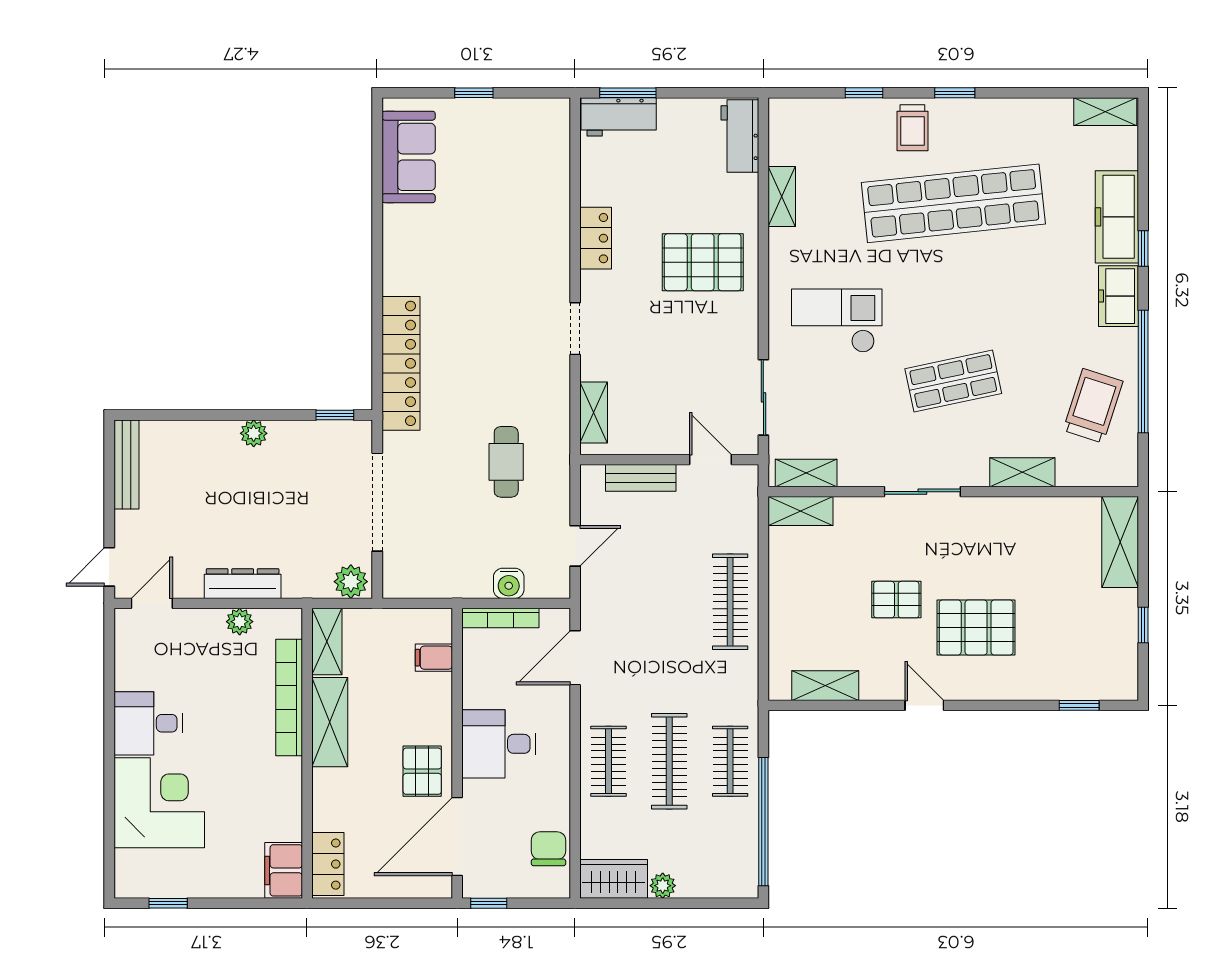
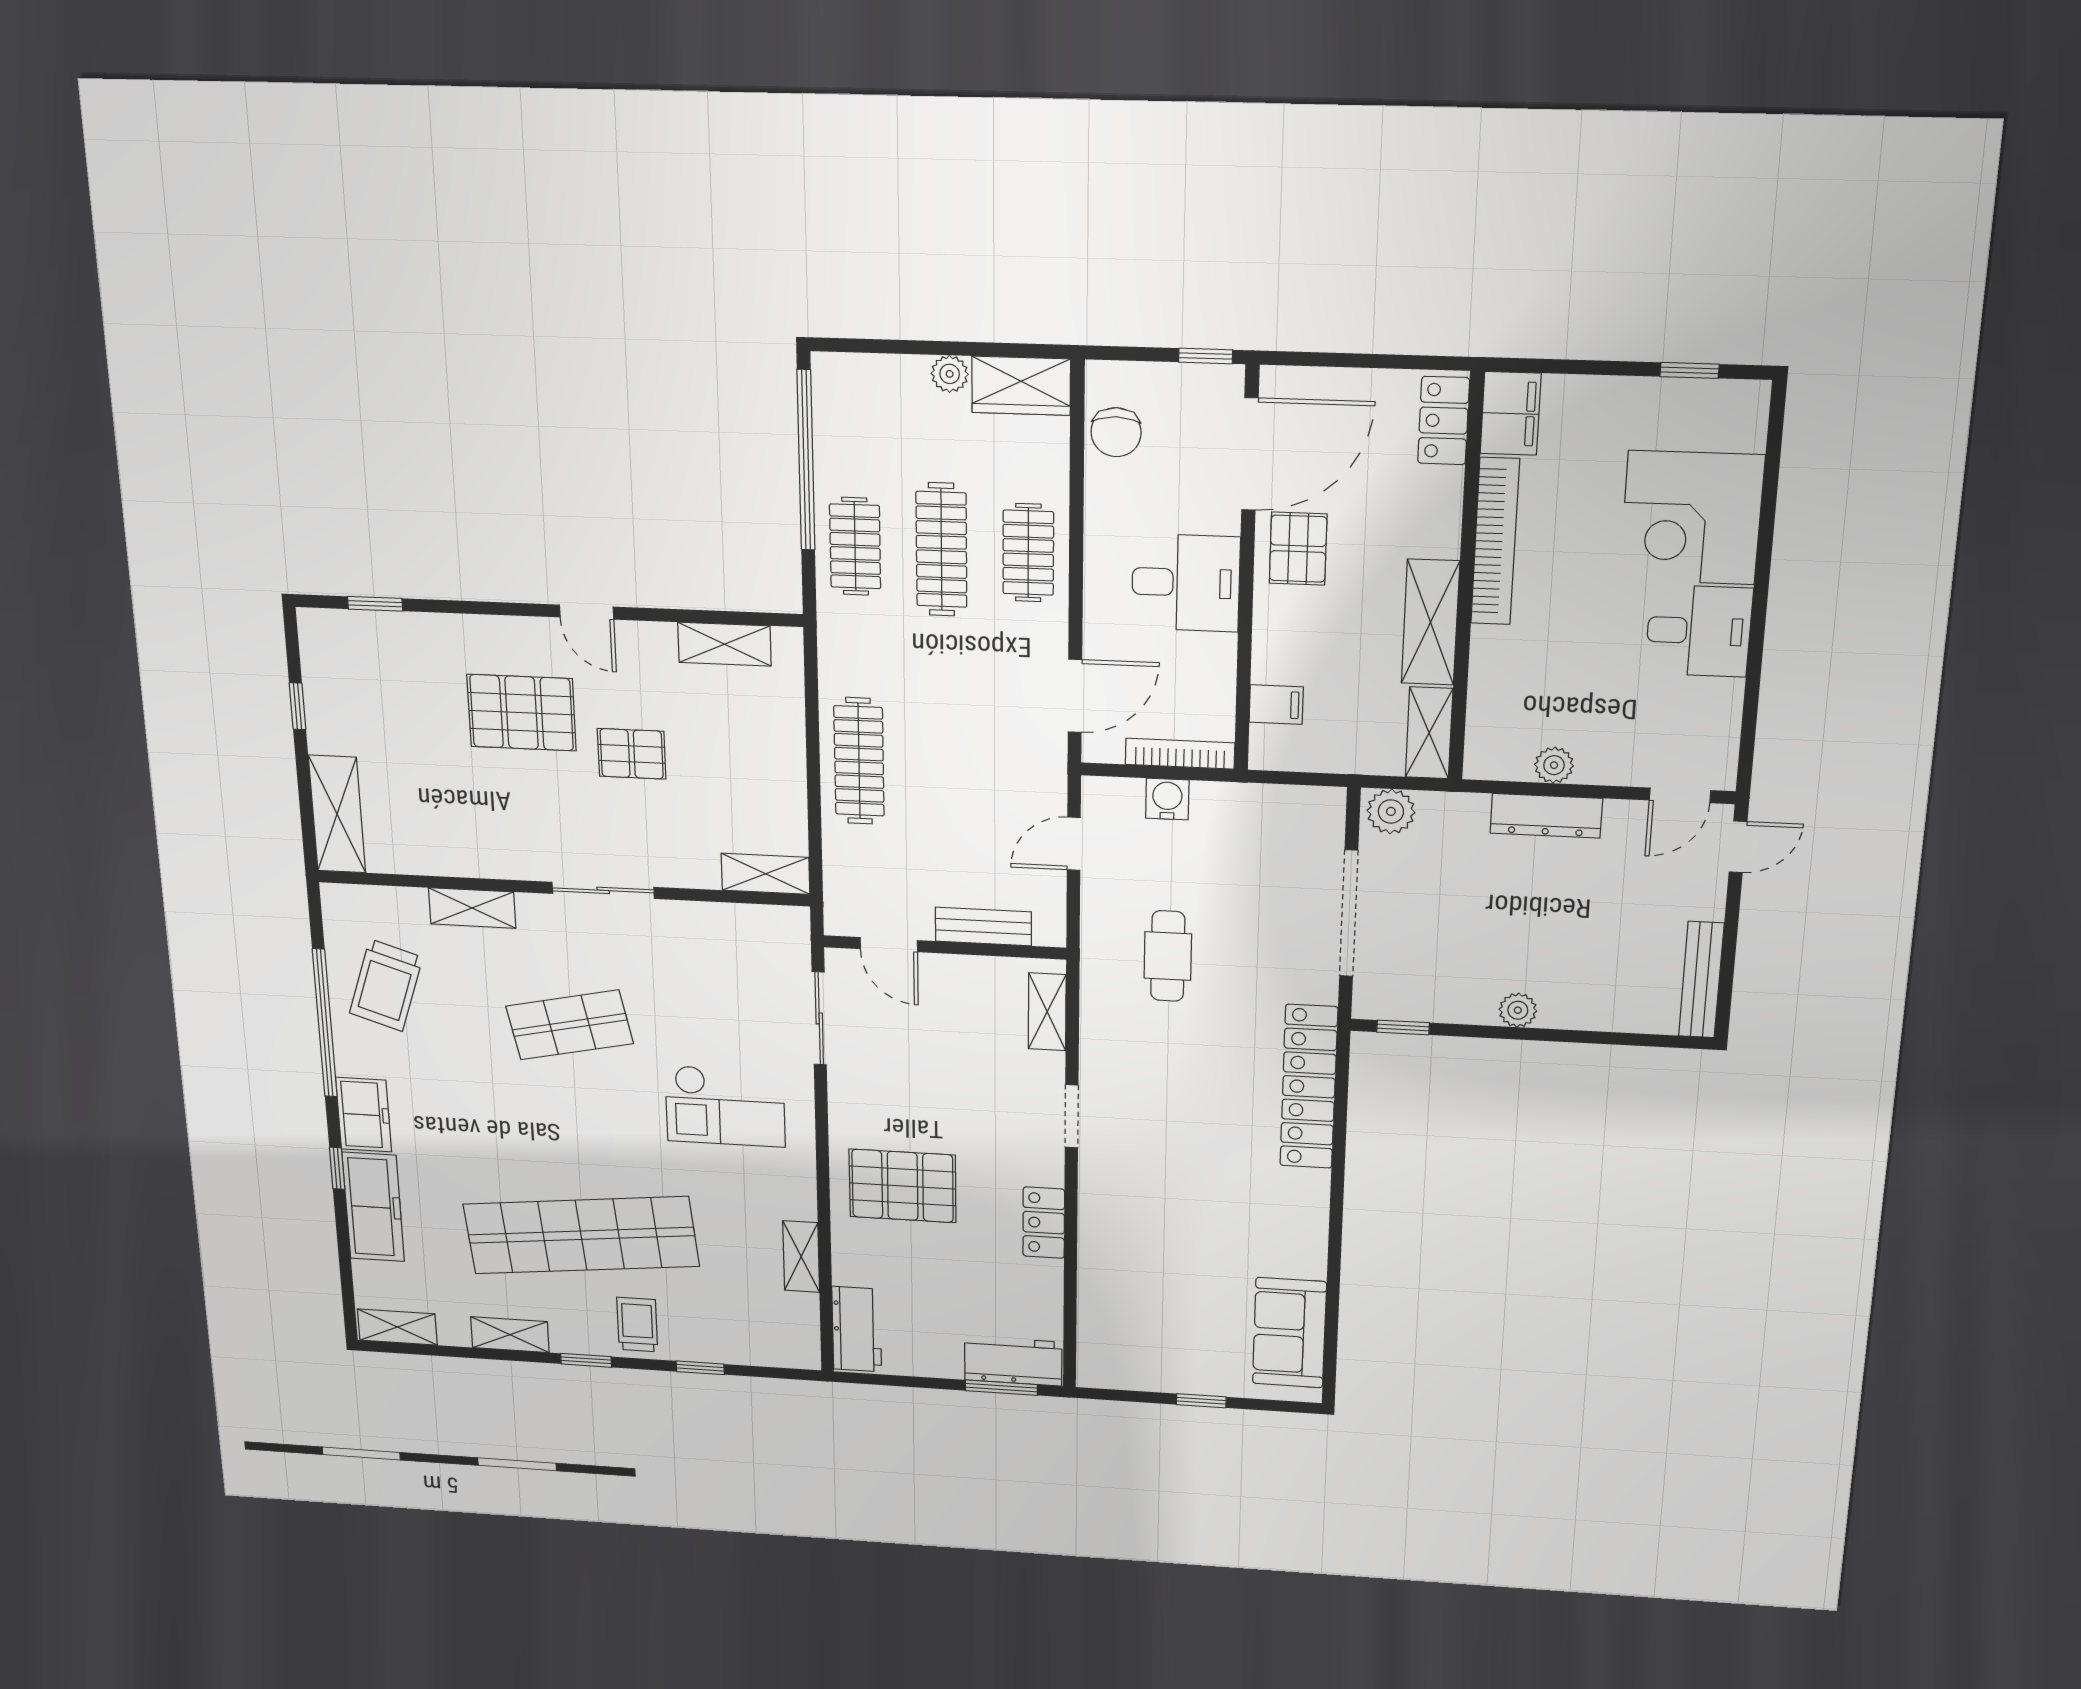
shelving: (806, 473) -> (510, 1335), moved
bookcase: (289, 697) -> (1495, 541), moved

